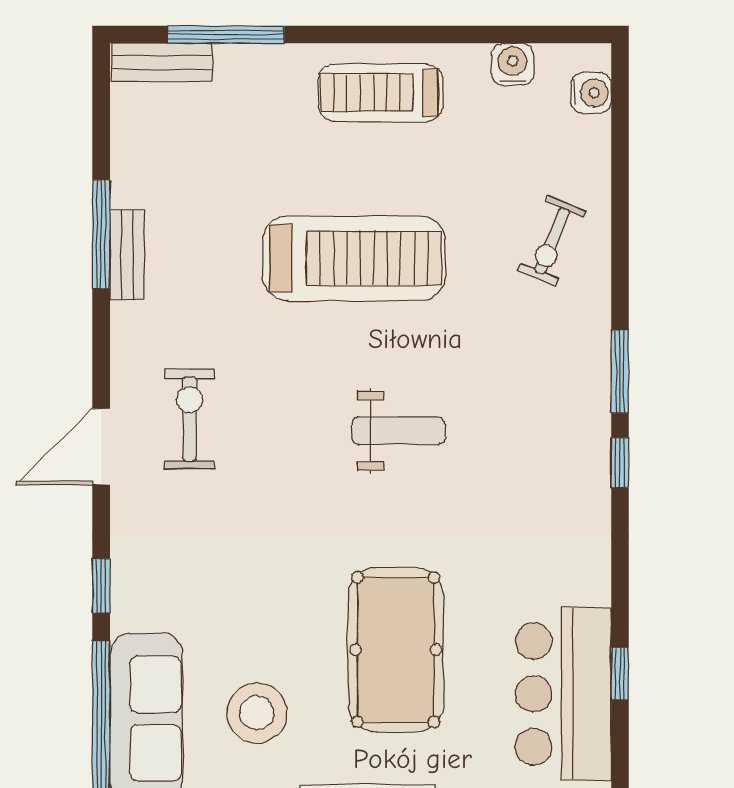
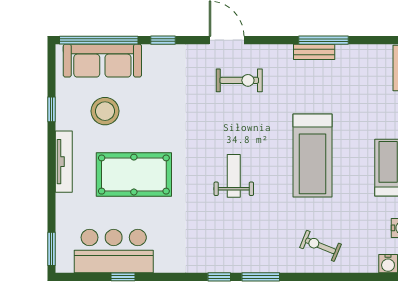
weight bench: (399, 431) -> (234, 176), turned 180

